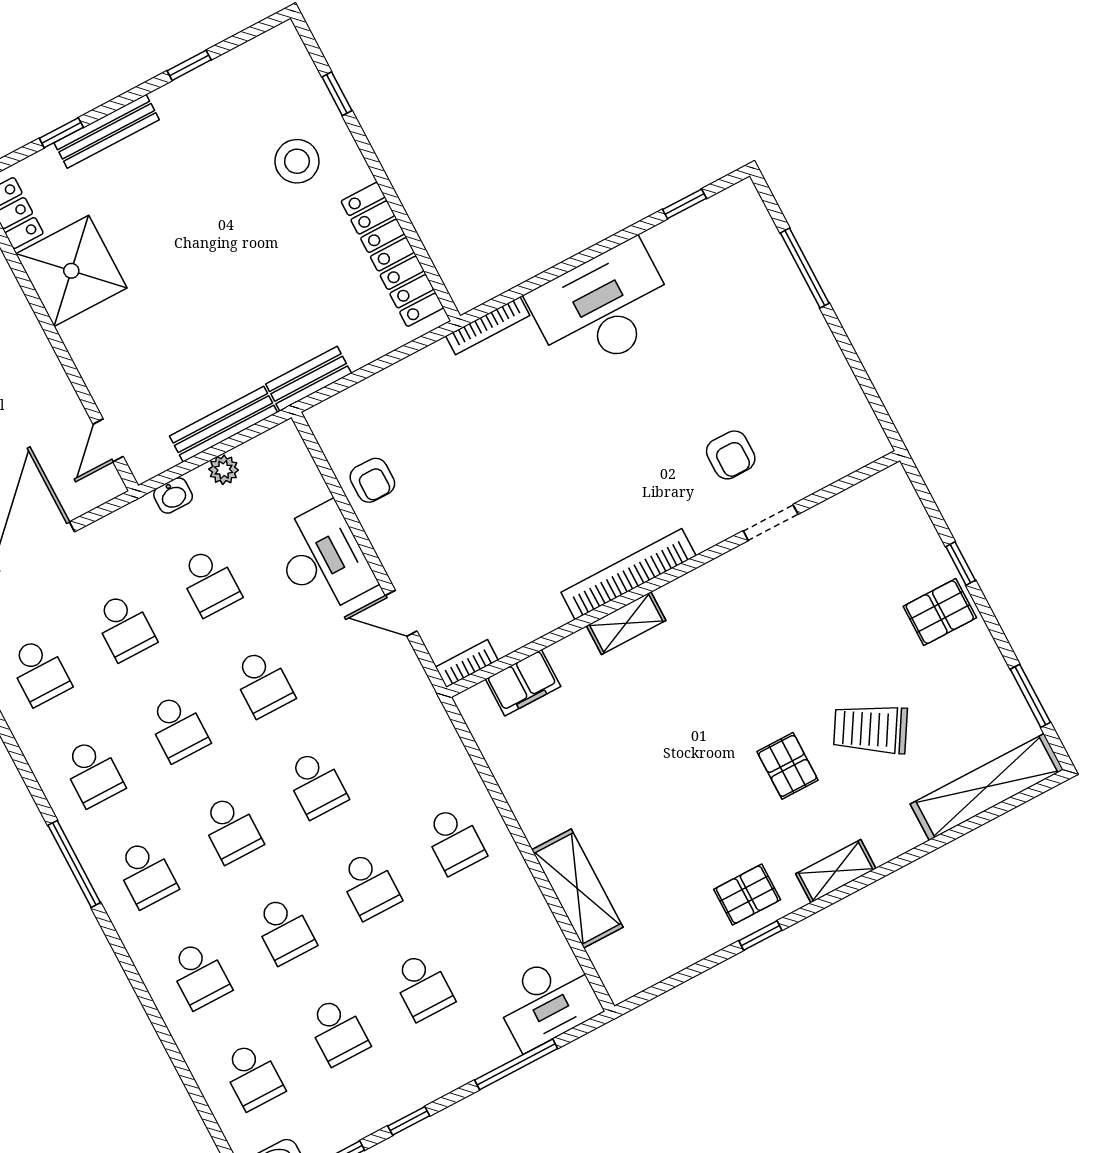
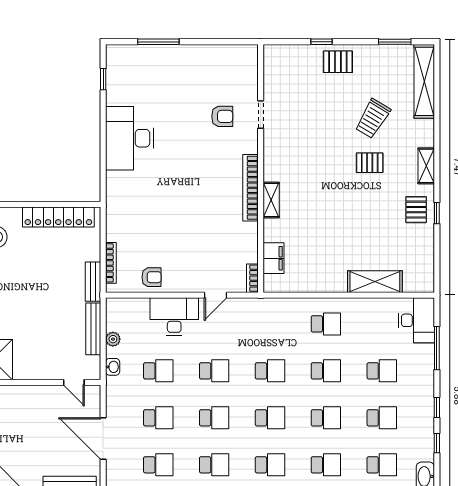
bookcase: (488, 326) -> (111, 263), moved
pallet: (940, 612) -> (338, 62), turned 90

